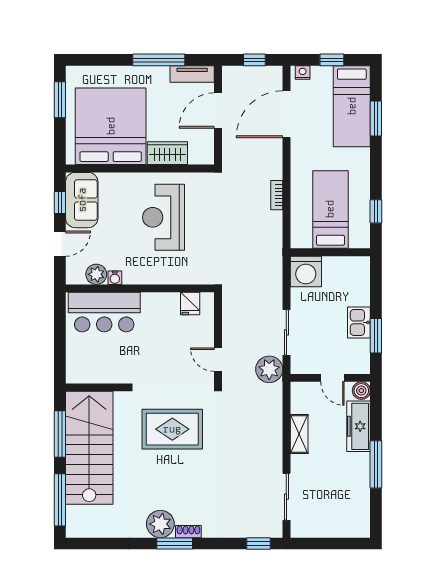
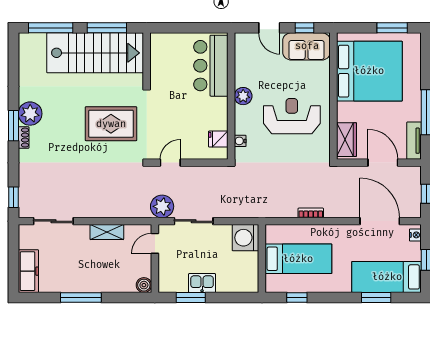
wardrobe: (167, 153) -> (347, 140), moved
plant: (96, 274) -> (243, 96), moved
water cooler: (115, 278) -> (240, 141), moved
door: (332, 378) -> (155, 243), moved
freezer: (359, 426) -> (28, 271), moved, turned 90
rug: (172, 429) -> (111, 124), turned 90

